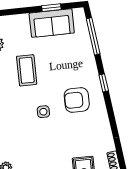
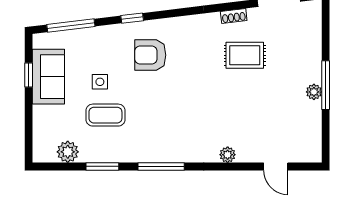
armchair: (77, 100) -> (150, 55), turned 90
side table: (43, 112) -> (100, 82), moved

